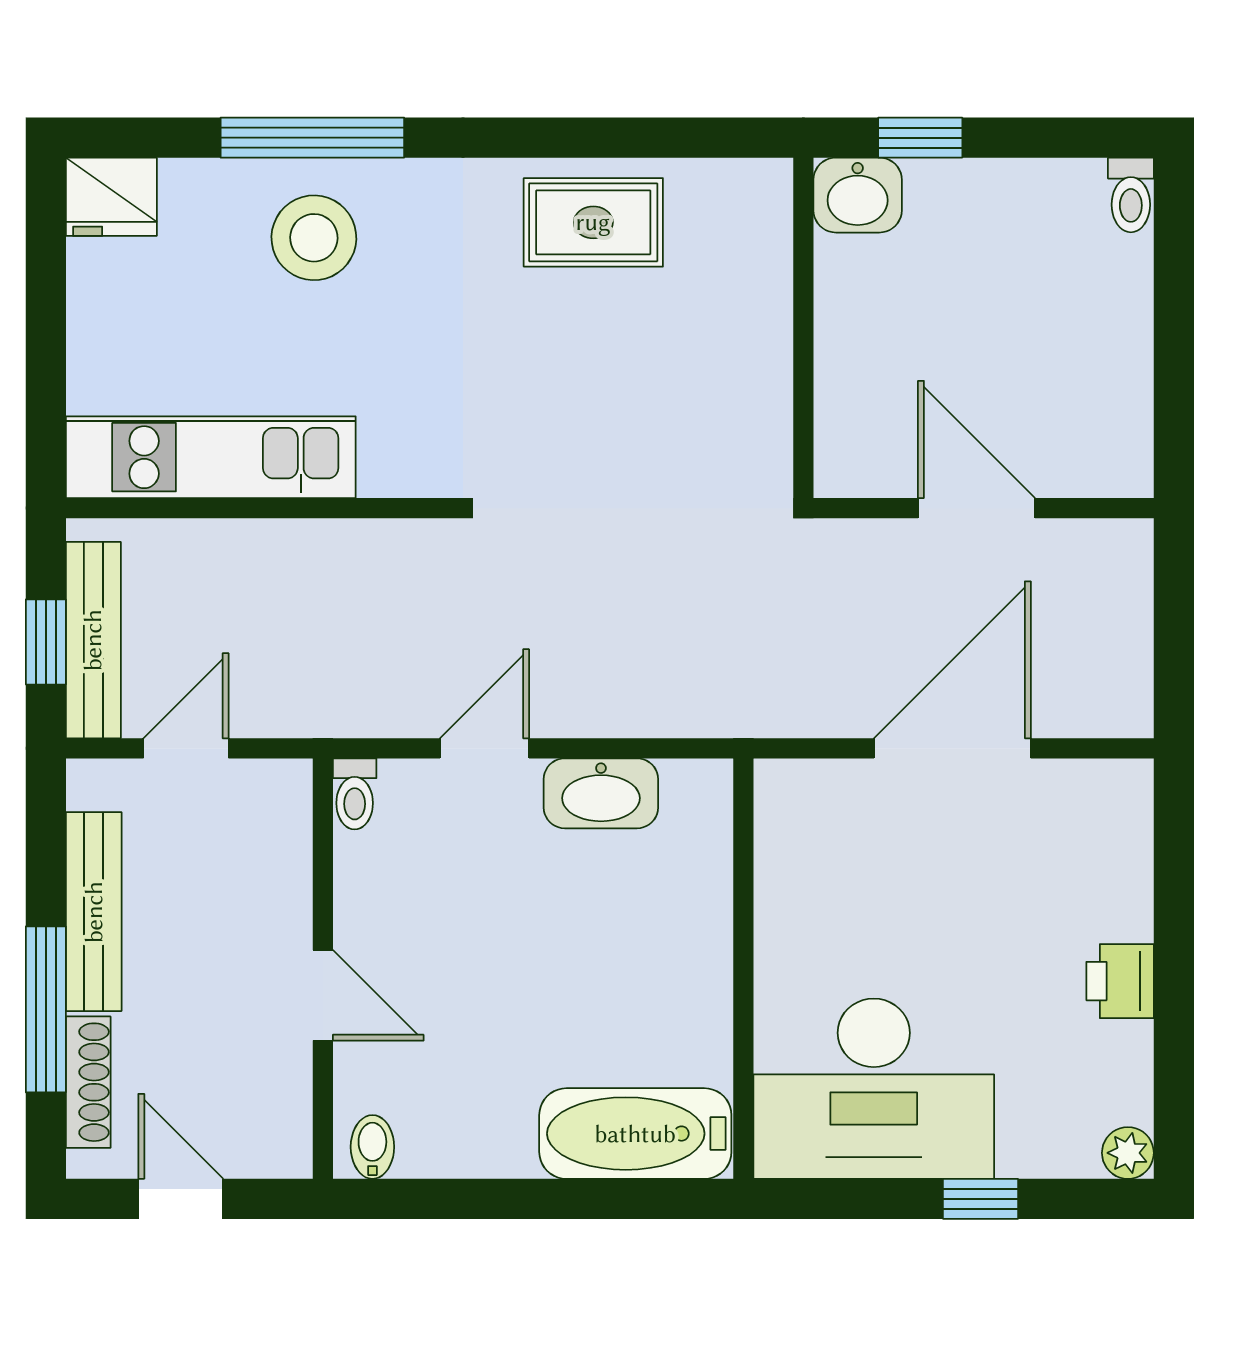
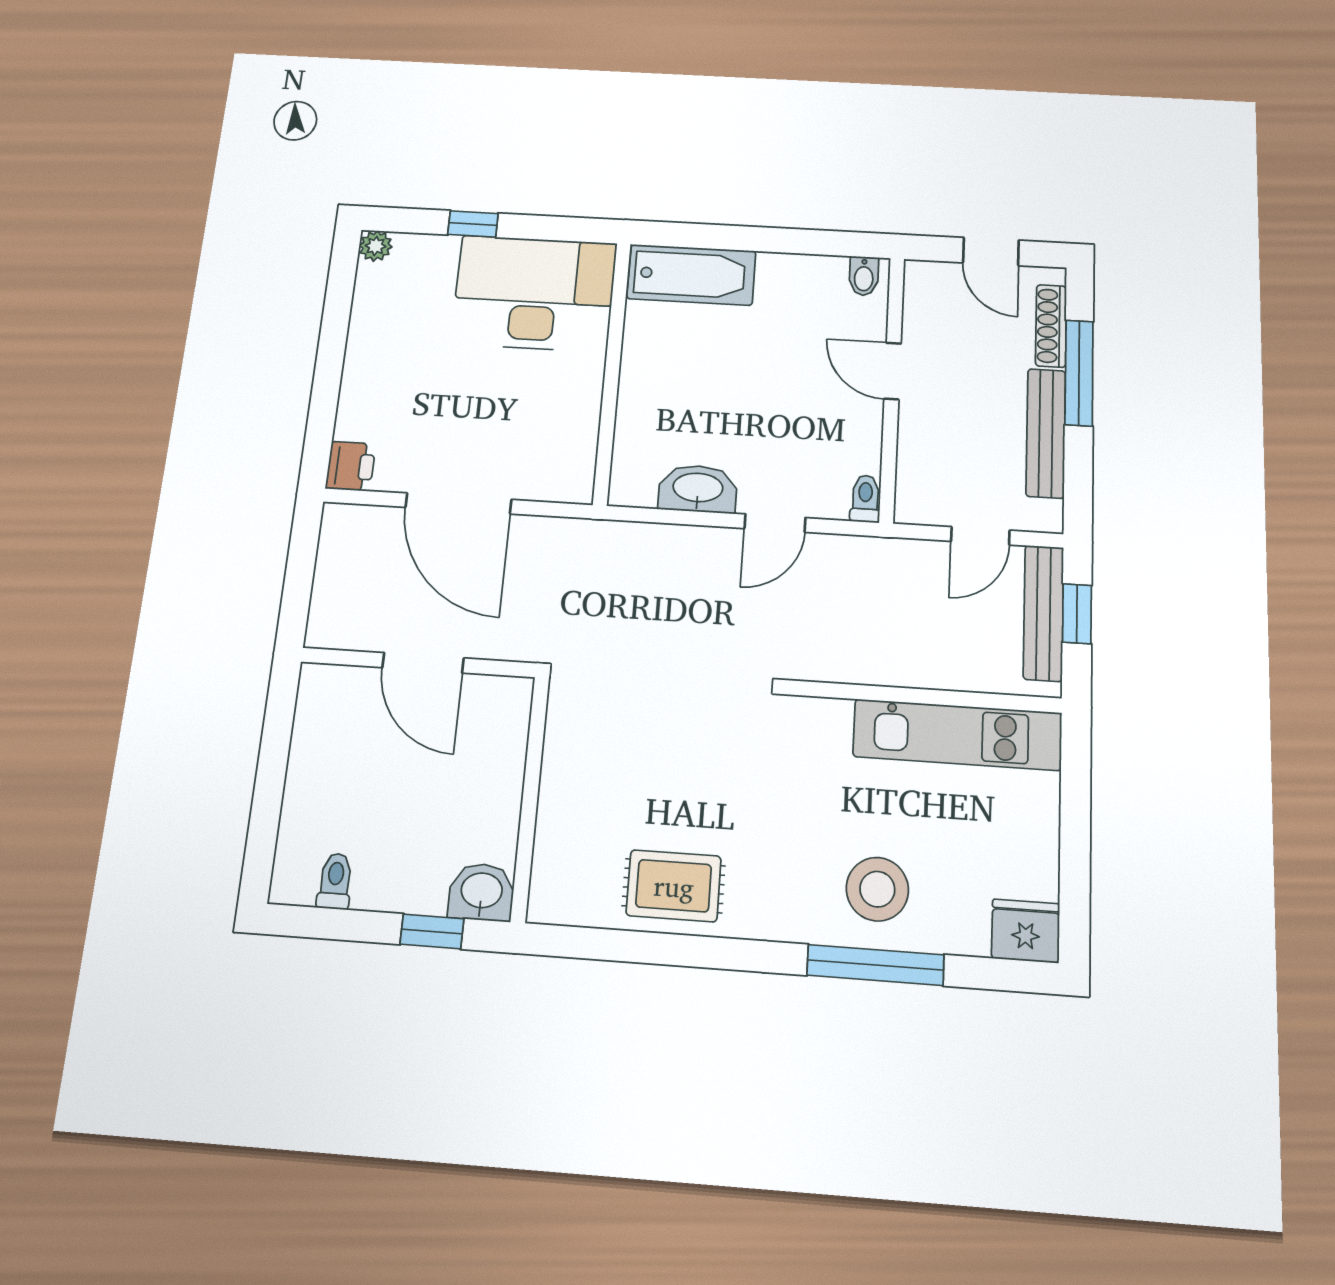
toilet: (1131, 195) -> (335, 881), moved
door: (952, 748) -> (458, 503), hinge flipped
printer: (1120, 981) -> (351, 466), moved

